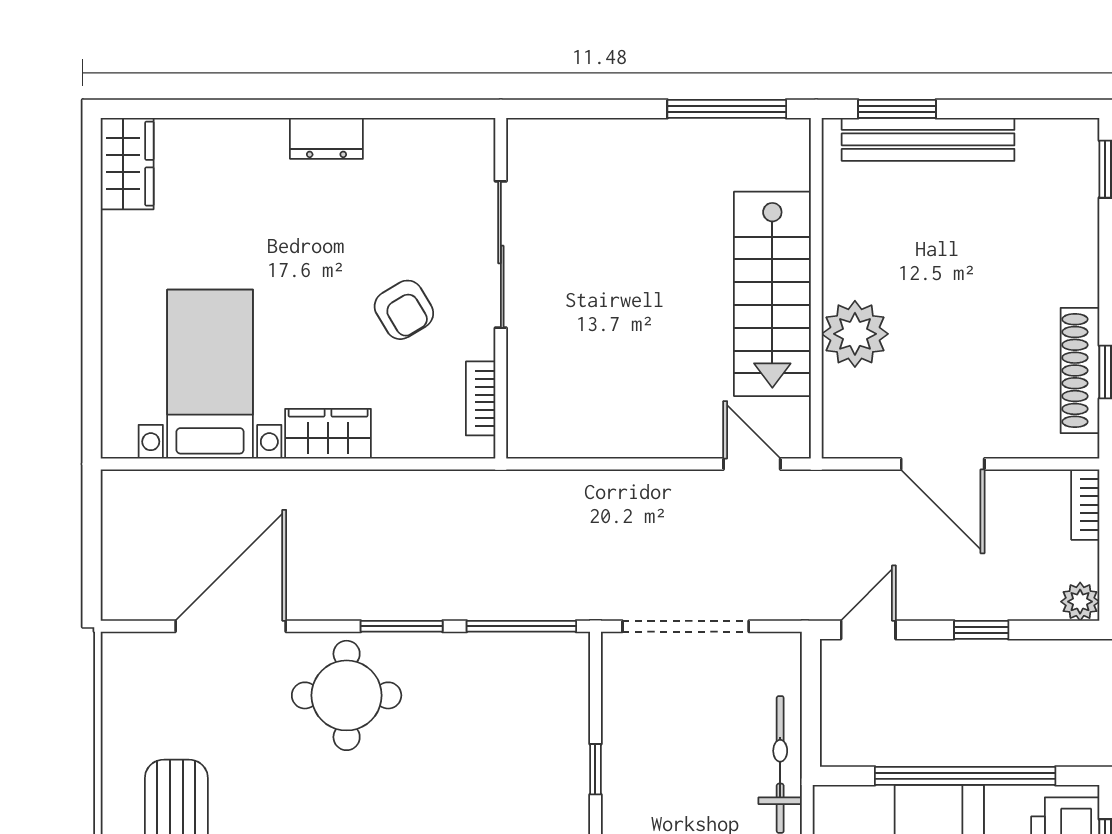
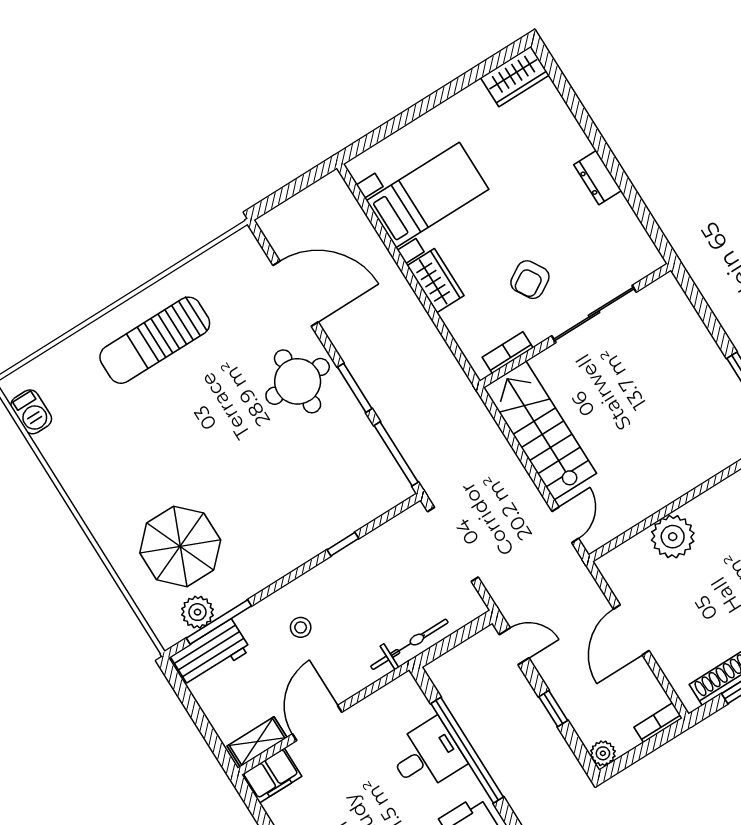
stairs: (772, 294) -> (540, 430), moved, turned 90

